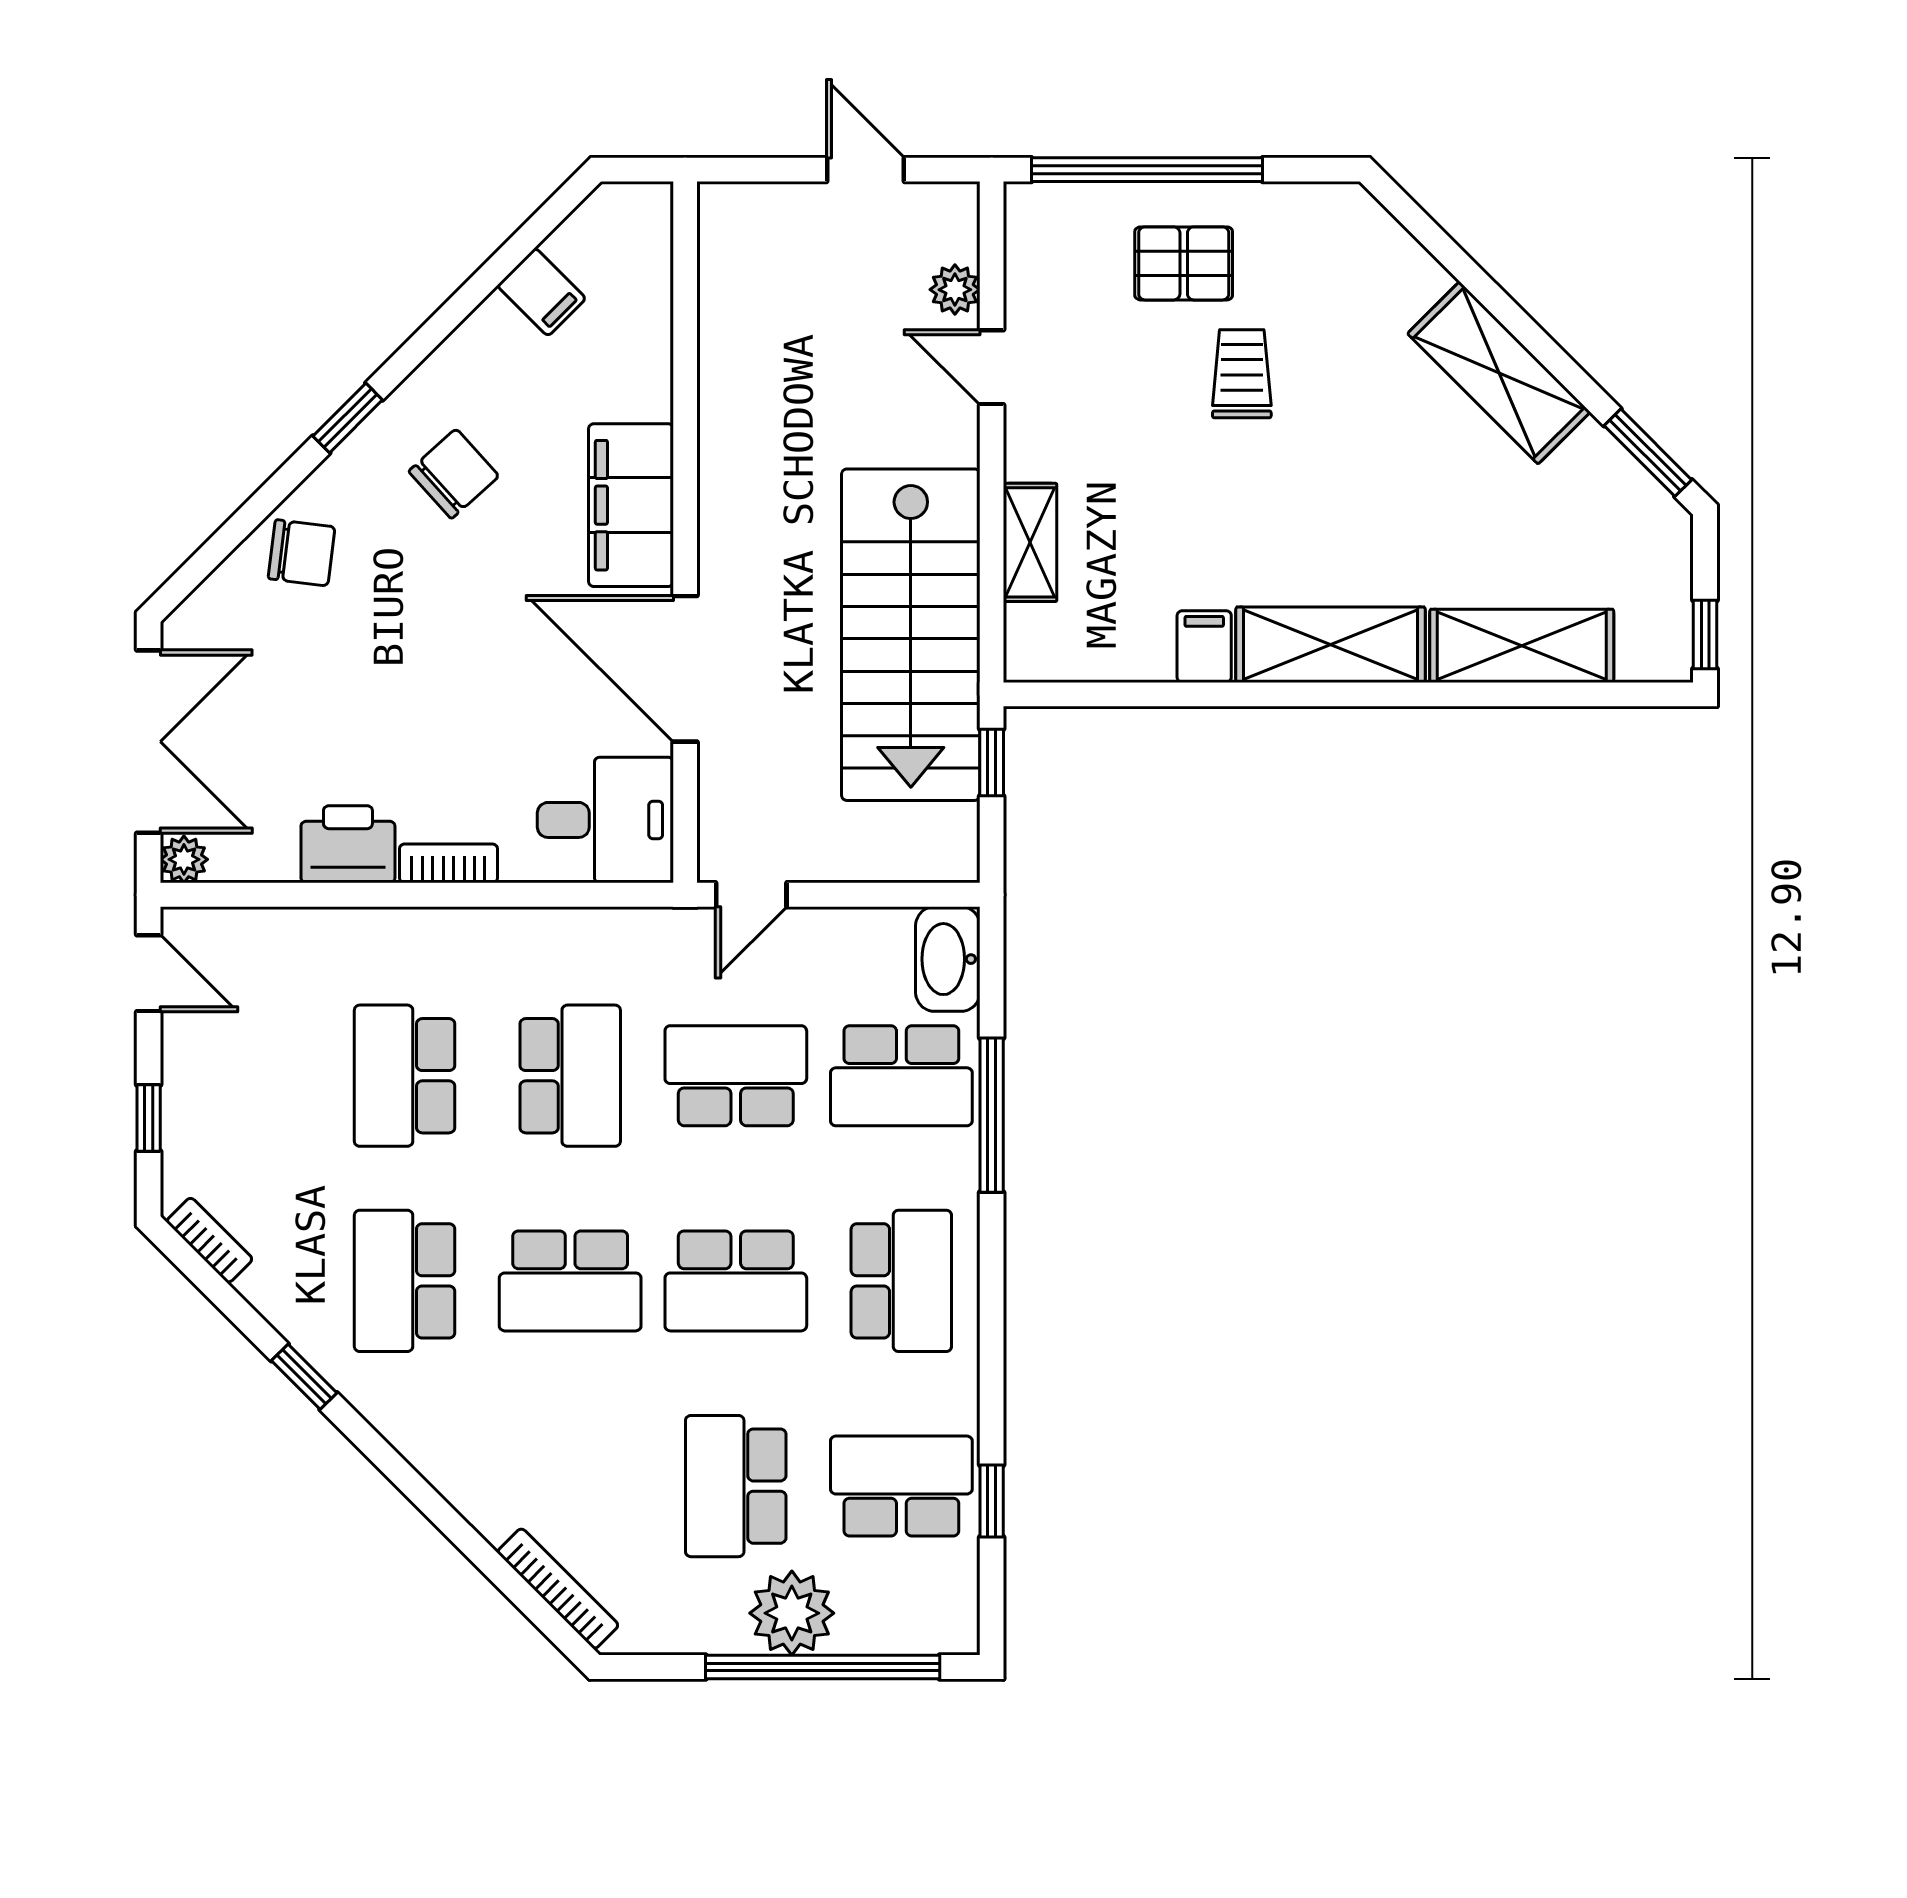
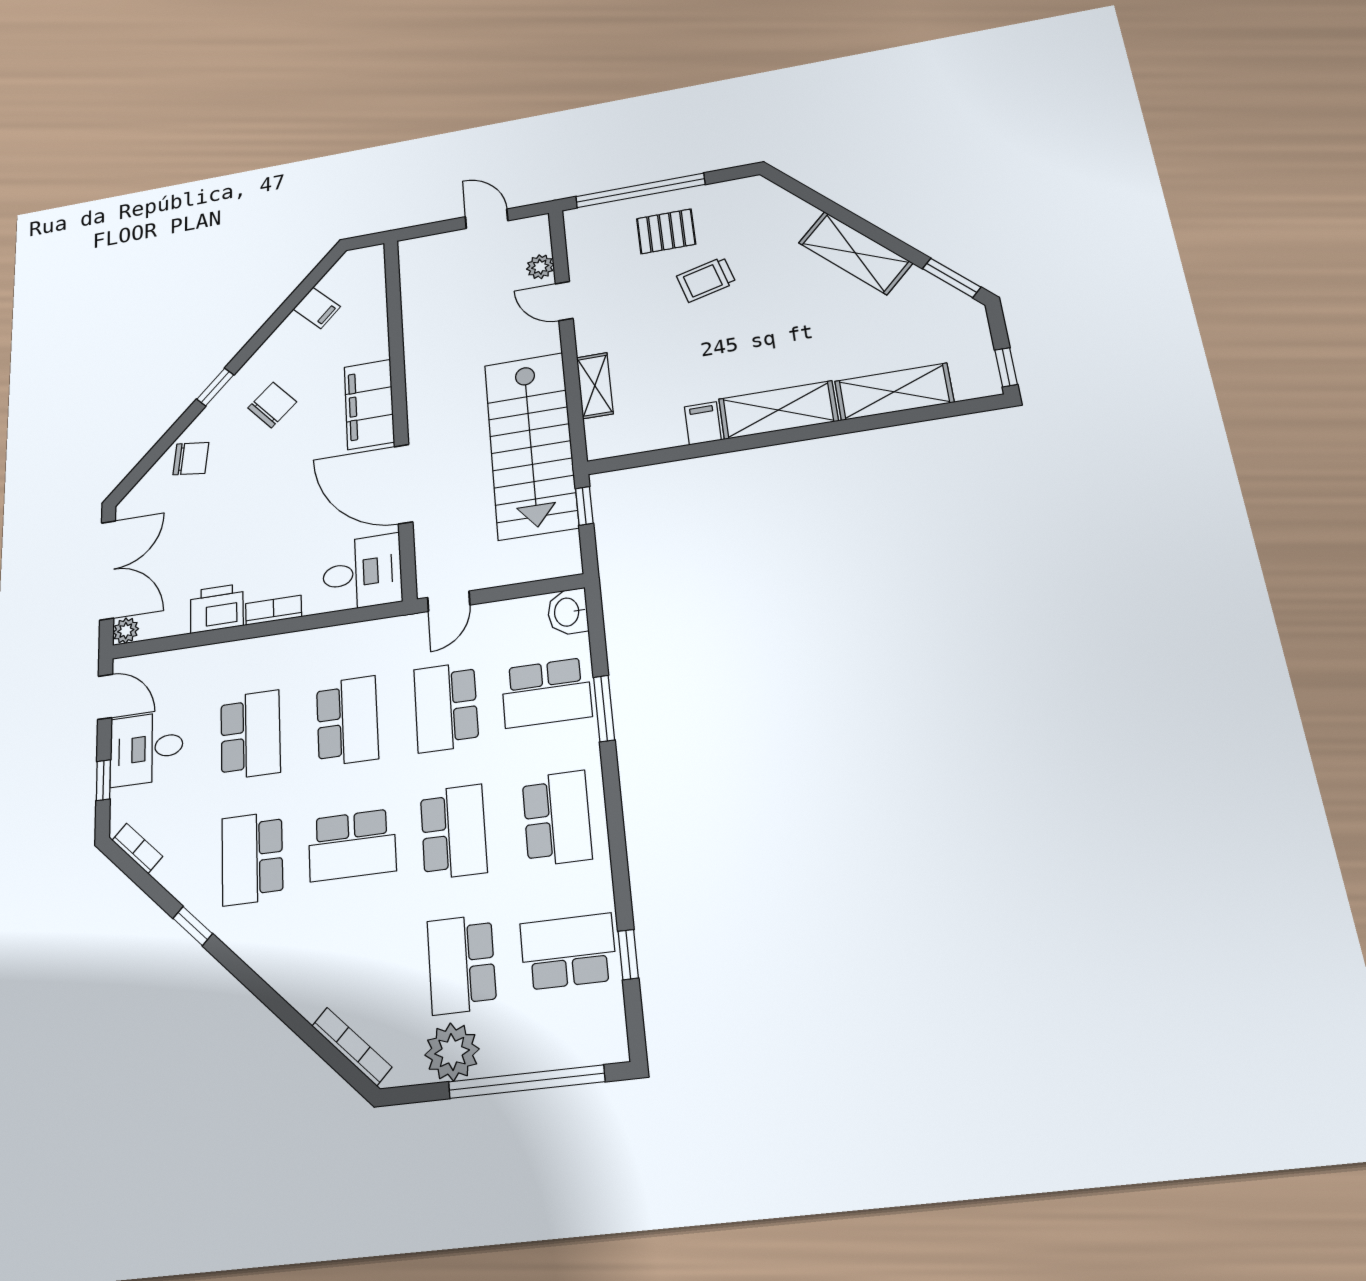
trolley: (1242, 374) -> (706, 279), turned -105
washbasin: (948, 959) -> (568, 612), width x0.72
desk: (224, 1074) -> (146, 748), added
school desk: (405, 1076) -> (250, 735), turned 180
school desk: (736, 1076) -> (446, 707), turned -90
window: (992, 1115) -> (604, 708), width x0.69
school desk: (736, 1281) -> (454, 832), turned -90
plant: (792, 1613) -> (452, 1052), moved

